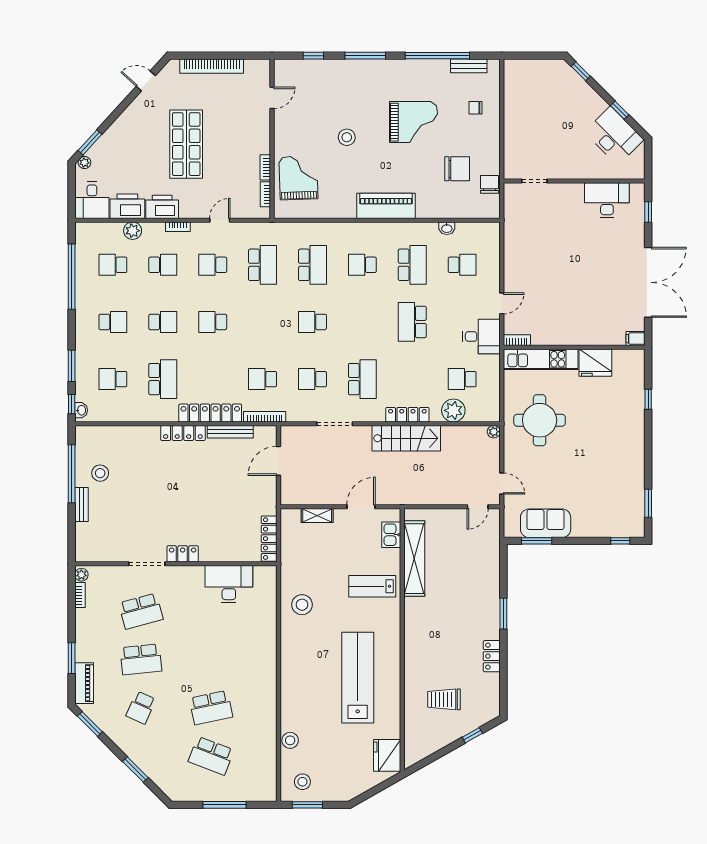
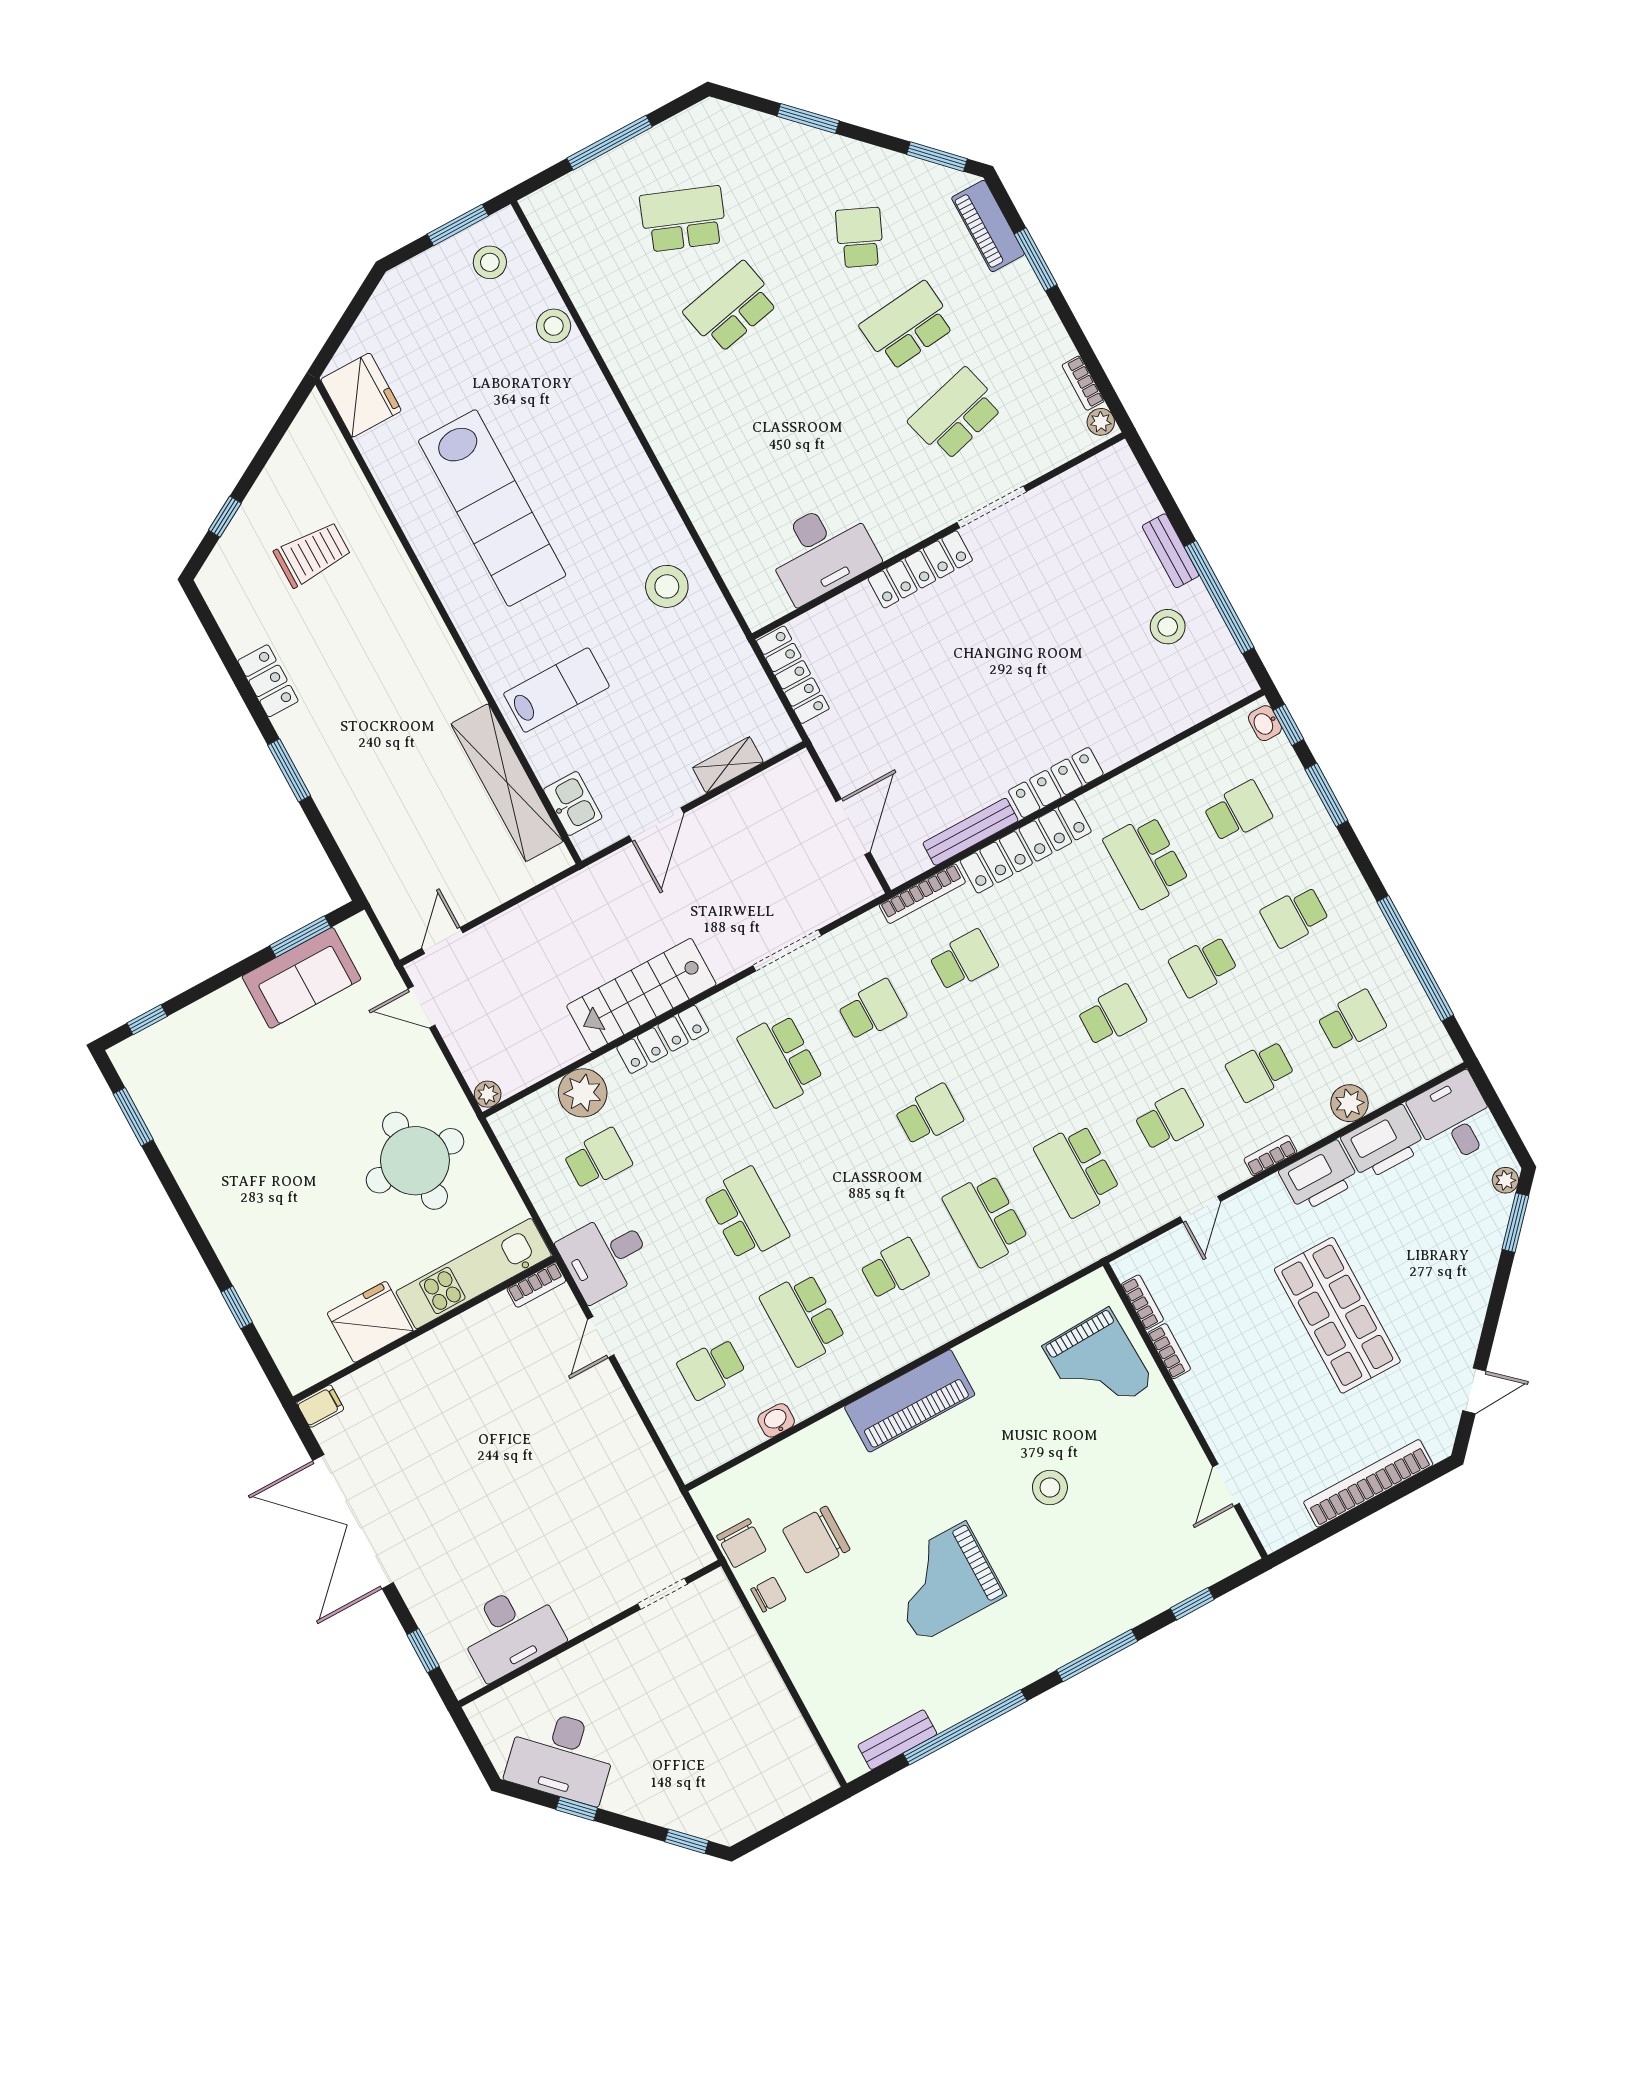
chair: (475, 108) -> (769, 1594), moved
locker: (183, 554) -> (920, 569), width x1.53

